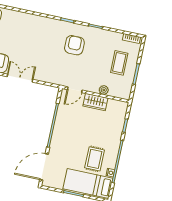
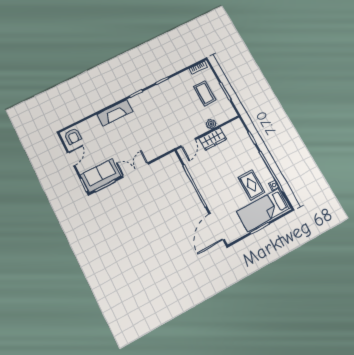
fireplace: (40, 22) -> (115, 113), added
armchair: (74, 45) -> (158, 108), removed

